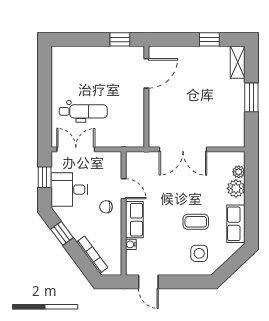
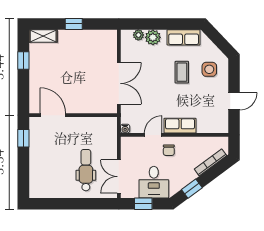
window: (251, 97) -> (74, 24), width x0.67
water cooler: (131, 244) -> (125, 129), moved
door: (148, 282) -> (234, 101), moved

